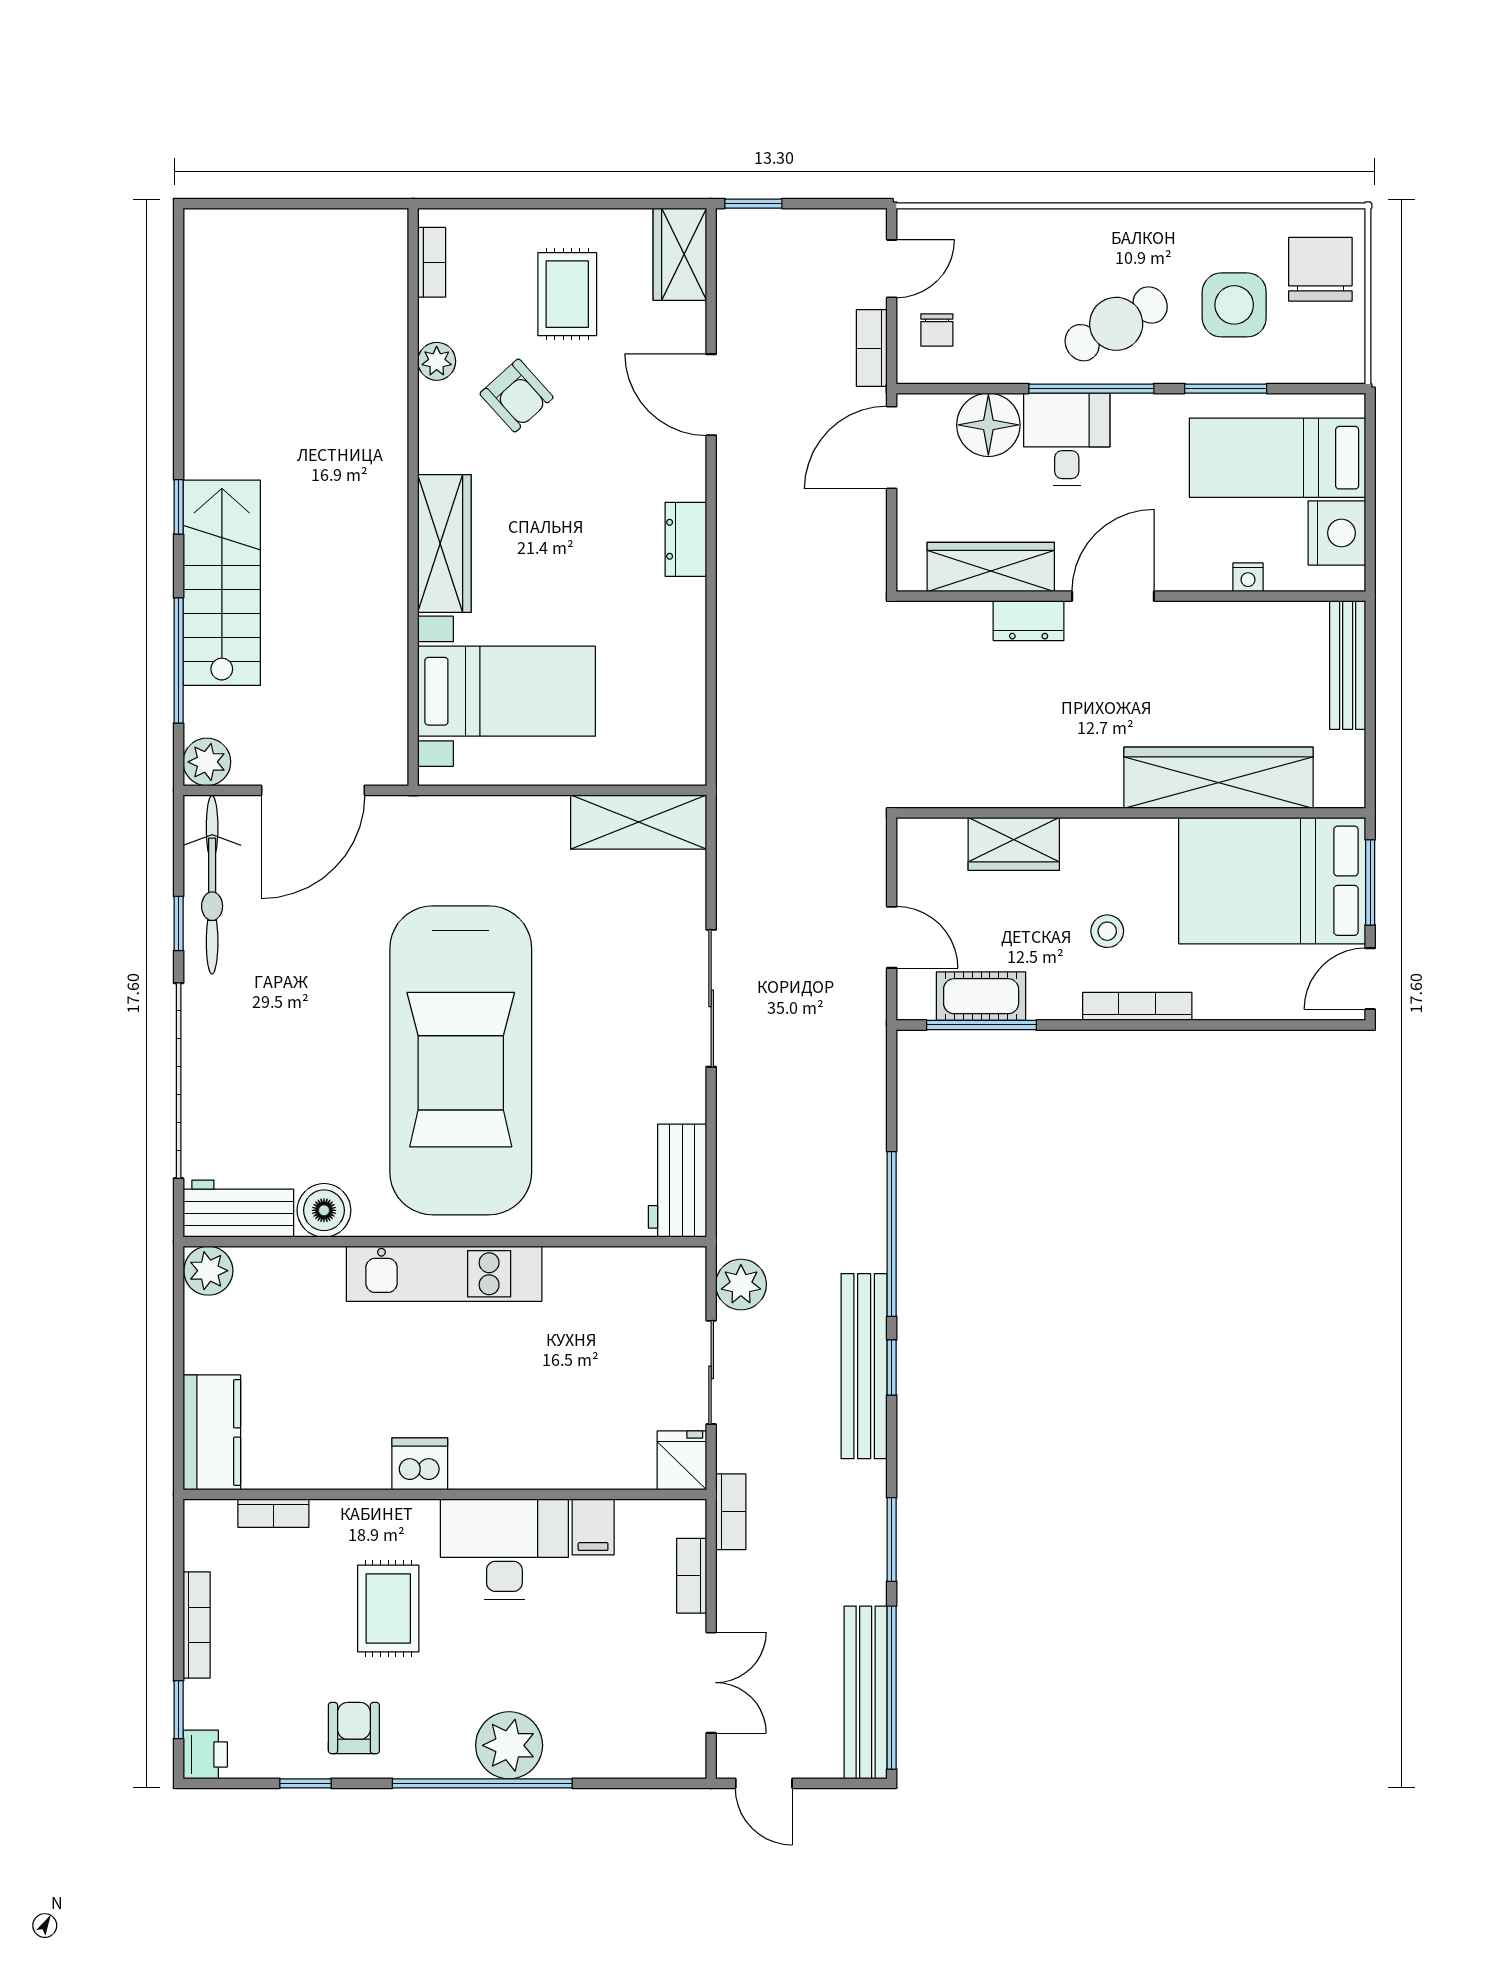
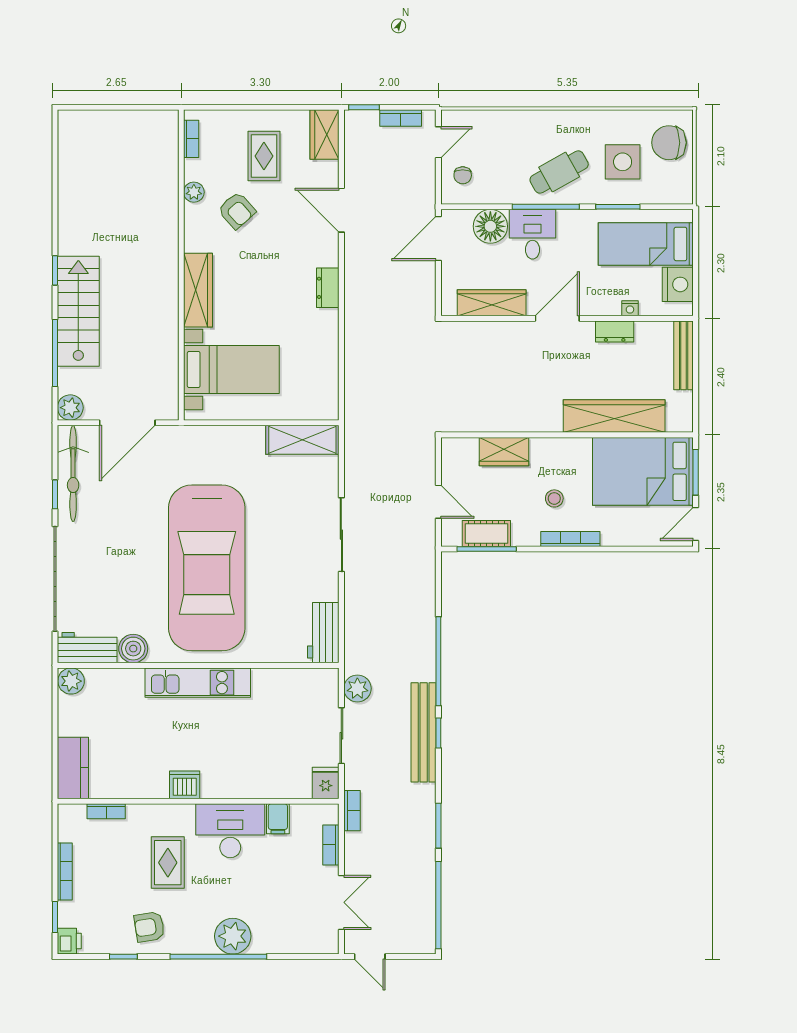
chair: (1320, 269) -> (669, 143), turned -90
bookcase: (872, 348) -> (401, 118), moved, turned -90
dresser: (1029, 621) -> (615, 332), moved
bench: (866, 1692) -> (424, 908), removed
armchair: (354, 1728) -> (149, 927), turned -99

